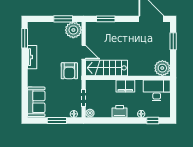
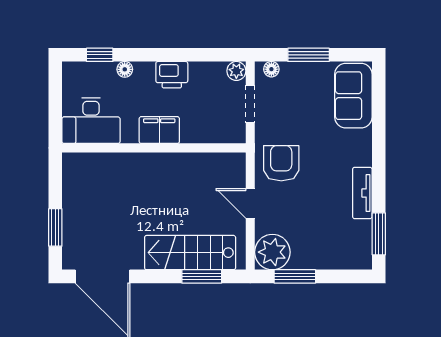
stairs: (106, 68) -> (190, 253), moved, turned 180
plant: (162, 68) -> (79, 169), removed

